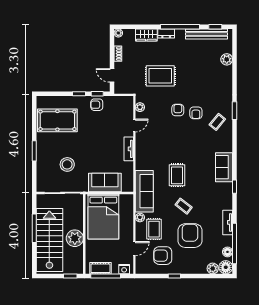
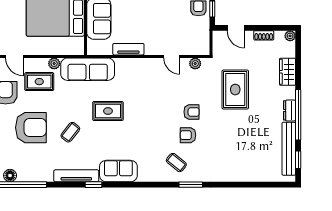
dresser: (166, 33) -> (289, 110), moved
plant: (227, 59) -> (256, 174), removed
door: (112, 75) -> (236, 28), swing flipped
tv unit: (129, 149) -> (128, 49), moved
coffee table: (184, 206) -> (70, 132), moved
tv unit: (228, 222) -> (76, 176), moved, width x1.41

